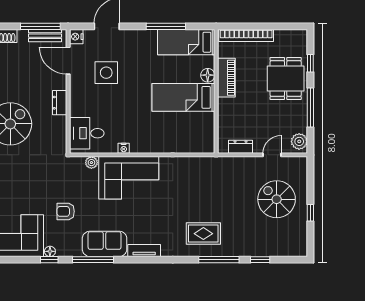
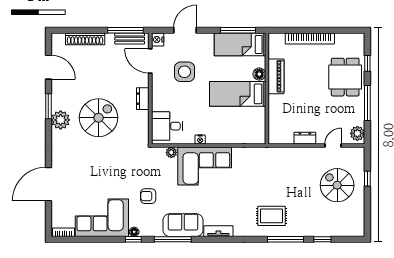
bed: (186, 42) -> (240, 44), moved
floor lamp: (208, 75) -> (259, 74), moved
piano: (226, 78) -> (276, 76), moved
wall: (216, 91) -> (267, 89), moved
bed: (183, 97) -> (238, 94), moved
window: (310, 213) -> (367, 179), moved

